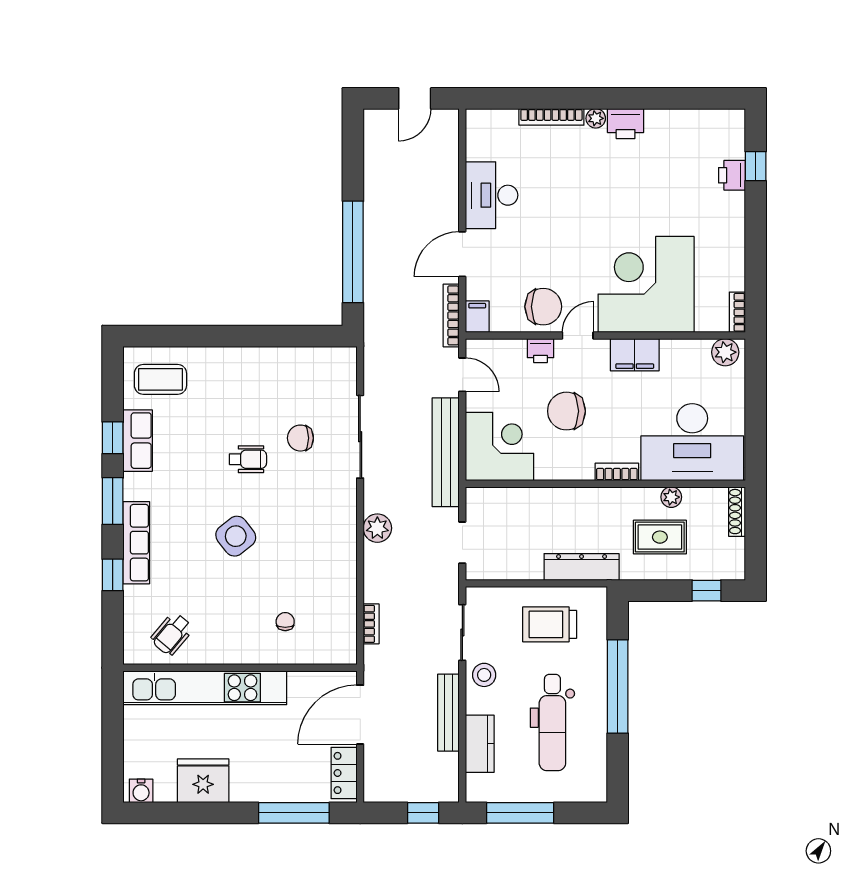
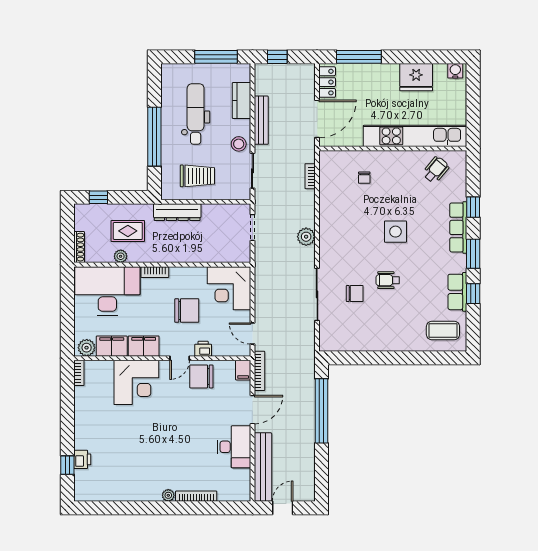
printer: (626, 124) -> (149, 492), removed
corner desk: (646, 284) -> (136, 382), width x0.74, depth x0.74
filing cabinet: (685, 355) -> (112, 346), added
bench: (446, 452) -> (263, 467), moved
side table: (236, 536) -> (395, 232), turned 38

